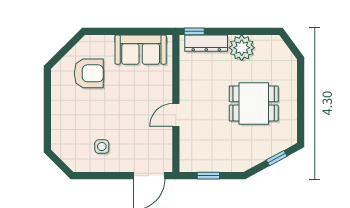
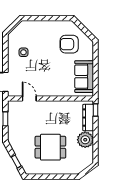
armchair: (89, 73) -> (69, 44), turned 90
dining table: (254, 103) -> (50, 147), turned 90
door: (176, 115) -> (29, 99), moved

